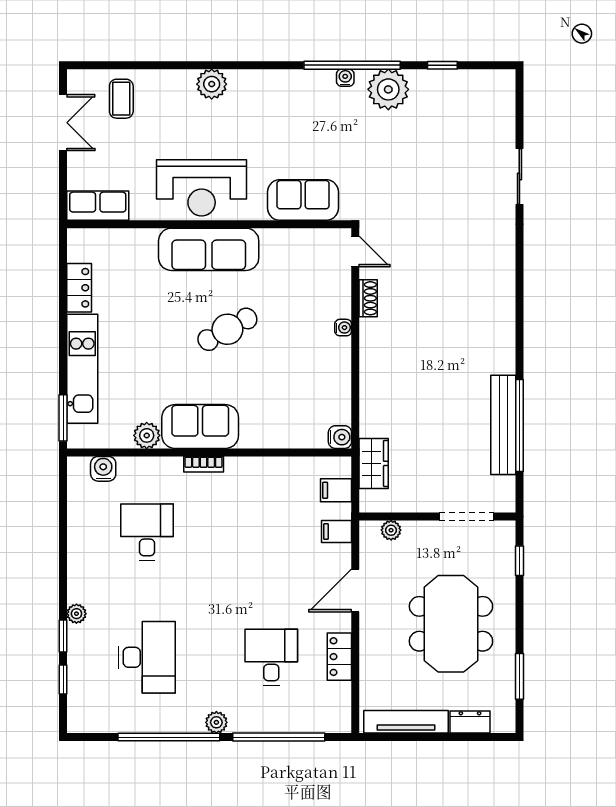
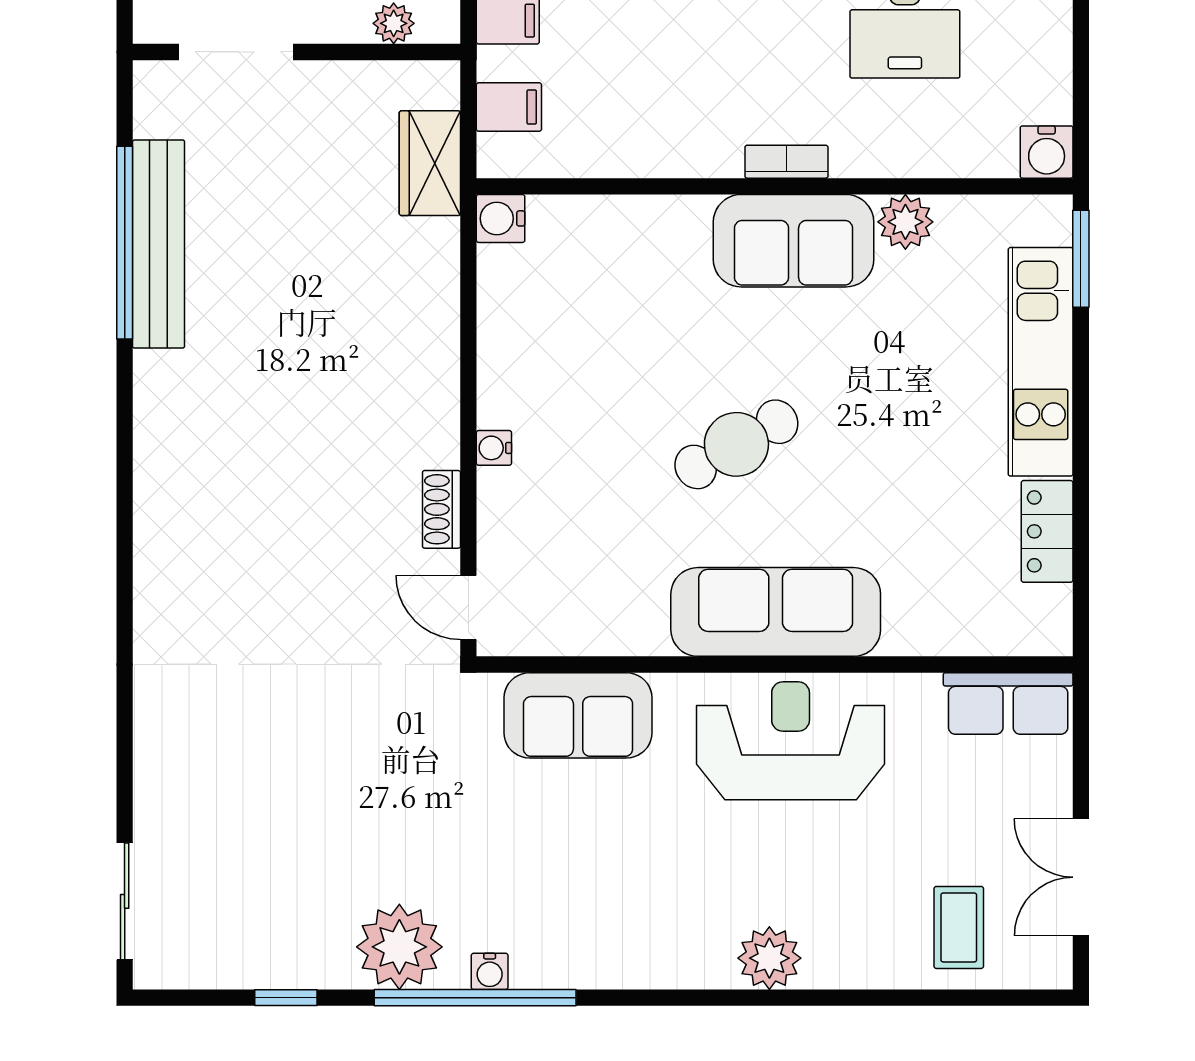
sliding door: (519, 176) -> (125, 901), moved
water cooler: (103, 469) -> (1047, 152), moved

